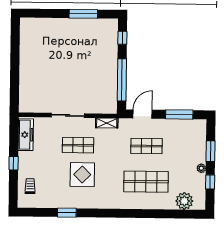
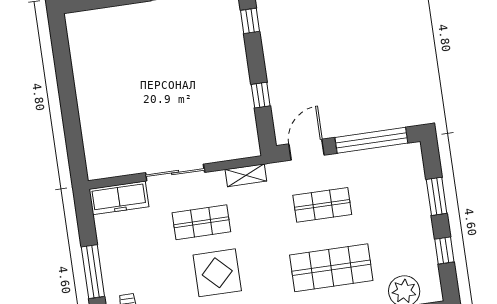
window: (122, 80) -> (261, 95), width x0.32
window: (179, 114) -> (371, 140), width x1.46
freezer: (26, 135) -> (119, 198), moved, turned 90
window: (14, 163) -> (93, 272), width x2.17
plant: (201, 168) -> (425, 229), removed

